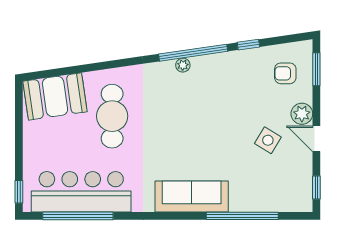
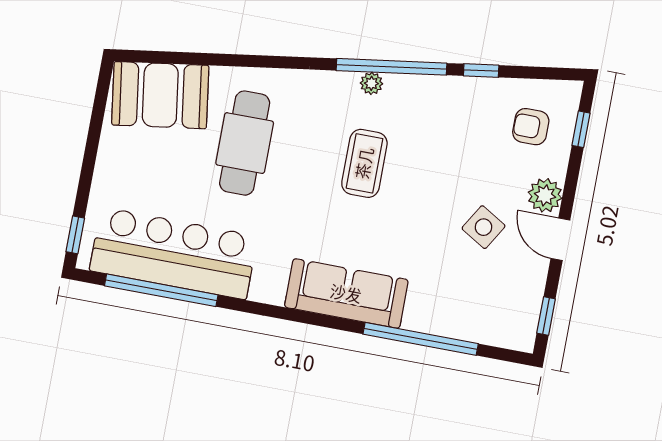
window: (316, 69) -> (581, 129), width x0.67
coffee table: (188, 115) -> (364, 163), added

